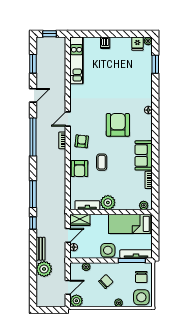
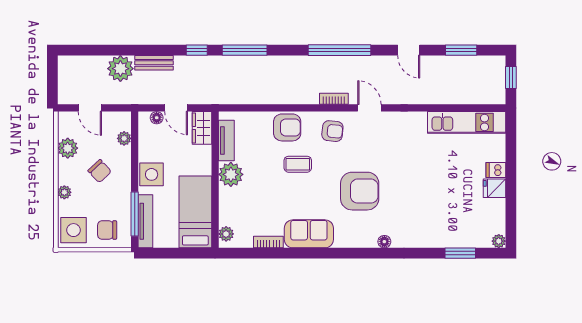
fridge: (137, 44) -> (494, 188), moved
armchair: (80, 169) -> (287, 127), turned 180
plant: (76, 301) -> (68, 148), moved

